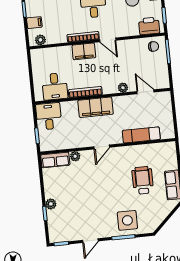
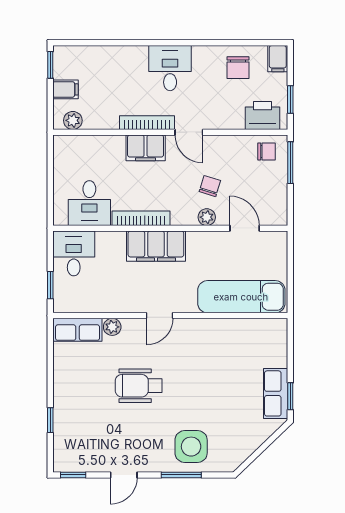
chair: (123, 70) -> (210, 186), added
exam couch: (141, 135) -> (241, 297), width x1.36, depth x1.45
wheelchair: (143, 180) -> (139, 386), moved, turned -90
plant: (51, 204) -> (62, 405), removed

